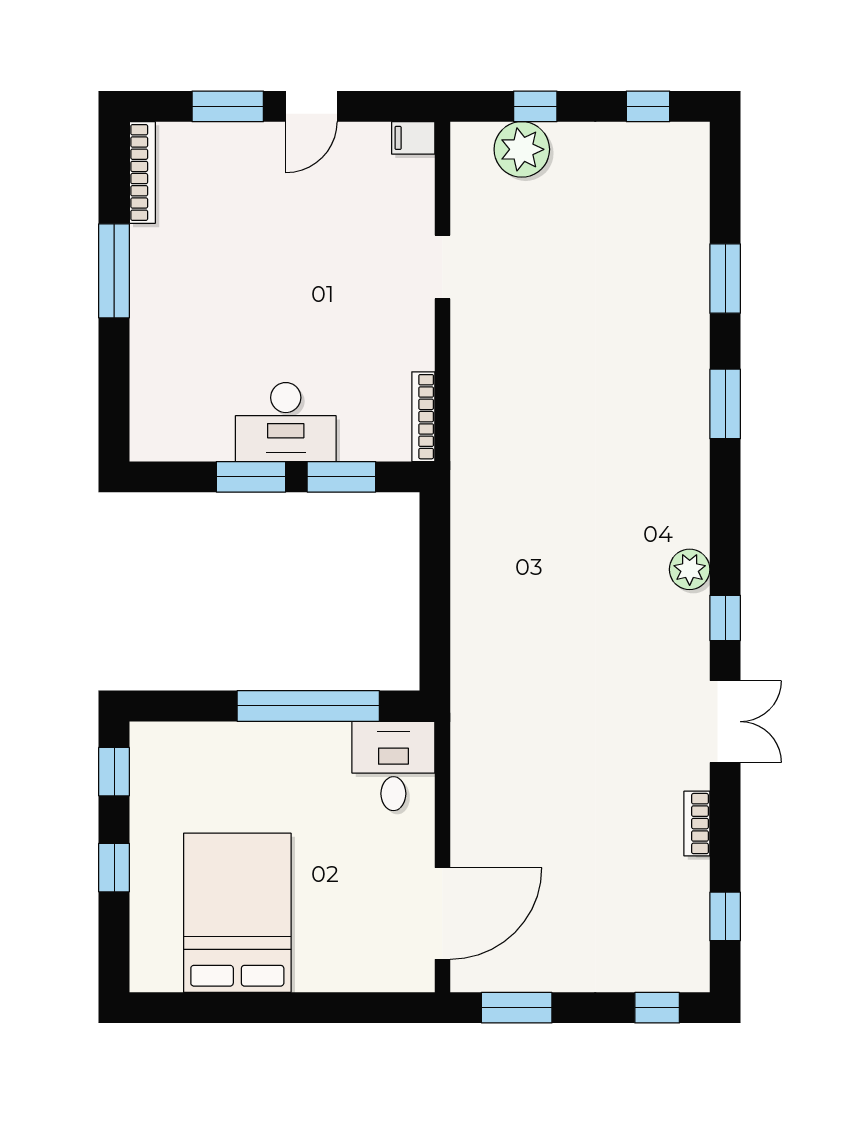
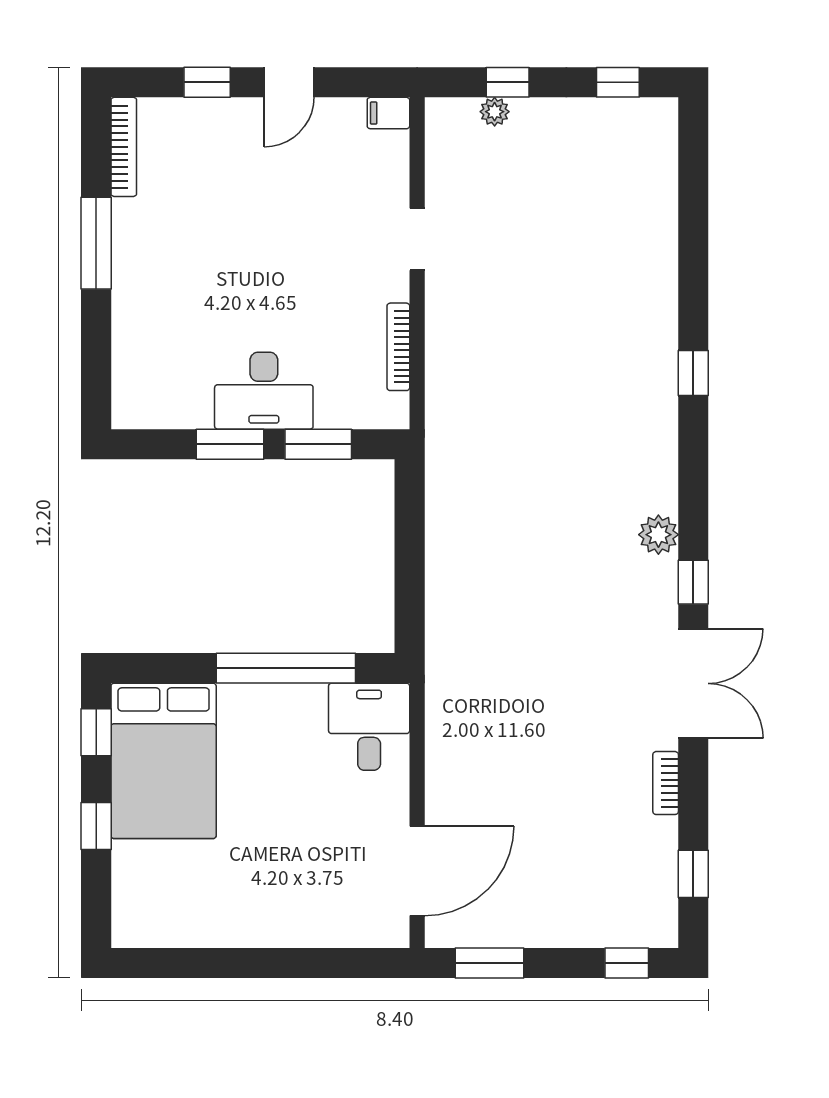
window: (228, 106) -> (207, 82), width x0.67
plant: (522, 149) -> (495, 112), width x0.53, depth x0.53
window: (725, 279) -> (693, 250), removed
window: (725, 404) -> (693, 373), width x0.67
bookcase: (423, 417) -> (398, 347), moved
double door: (725, 722) -> (693, 683), width x1.37
bed: (237, 913) -> (164, 761), moved, turned 180

